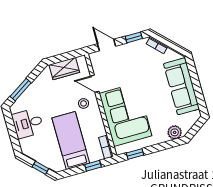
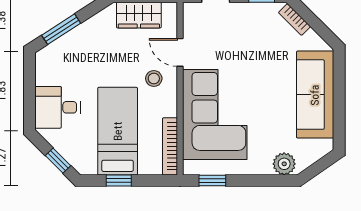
desk: (28, 123) -> (57, 107), moved
bookcase: (106, 147) -> (170, 146), width x1.56
window: (93, 166) -> (119, 180), moved

